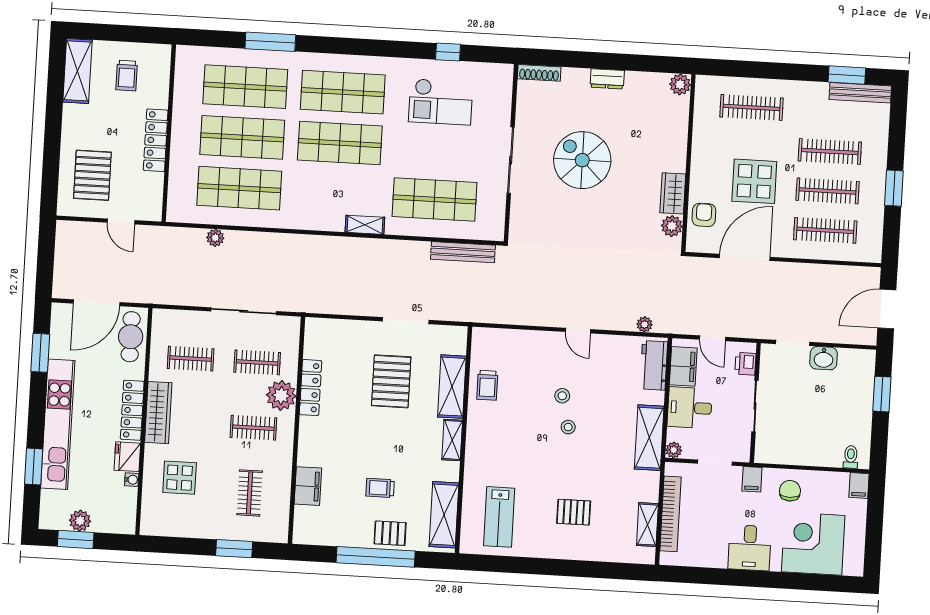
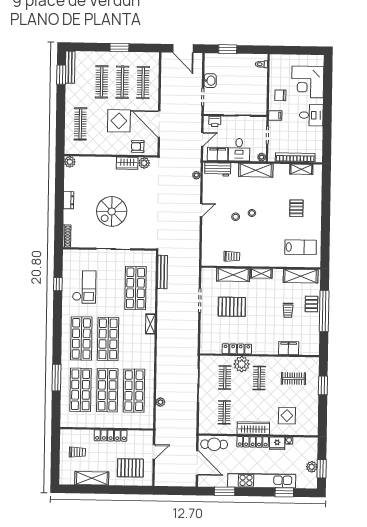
shelving: (78, 71) -> (92, 478), moved
filing cabinet: (859, 485) -> (276, 59), removed

